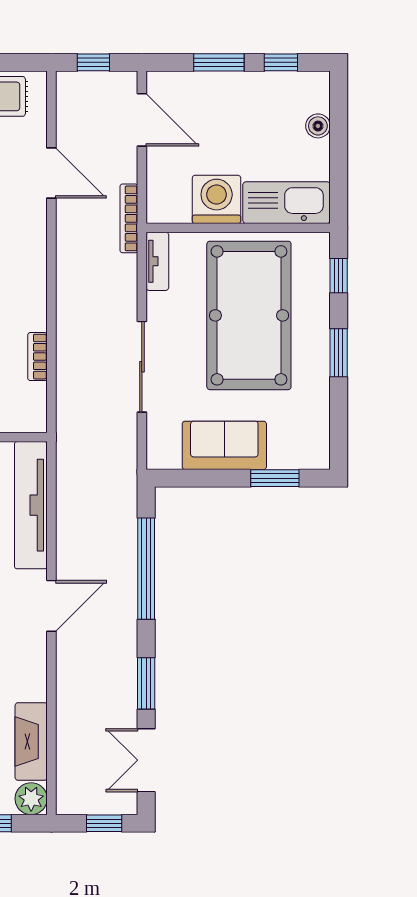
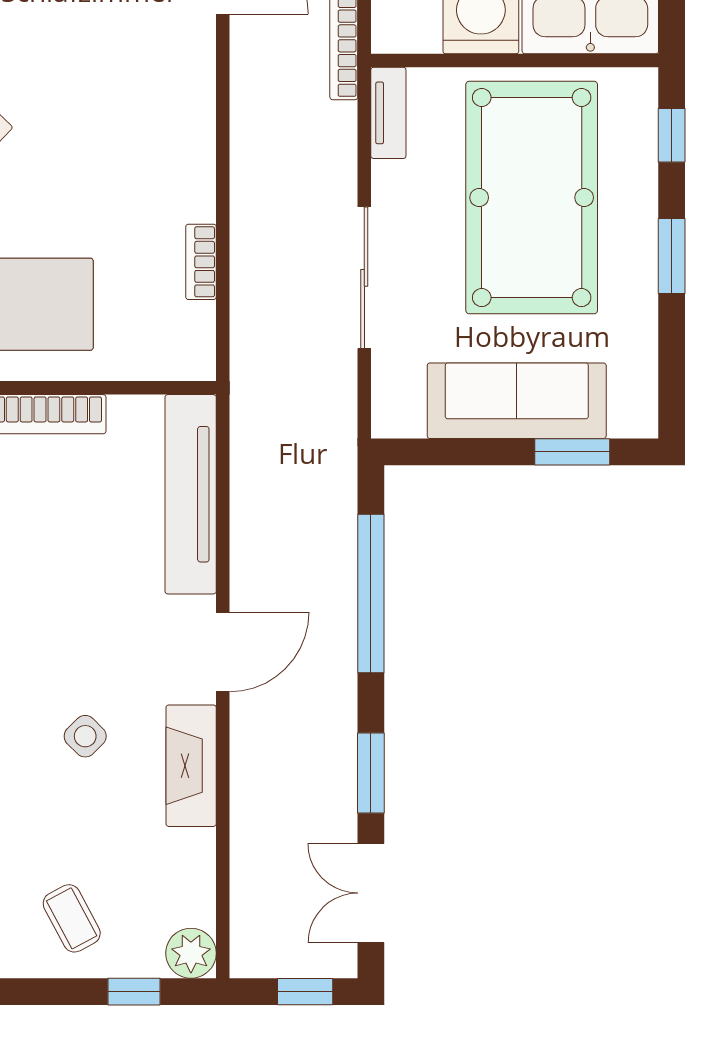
sofa: (224, 445) -> (517, 401), width x1.36
fireplace: (31, 741) -> (191, 766), moved

